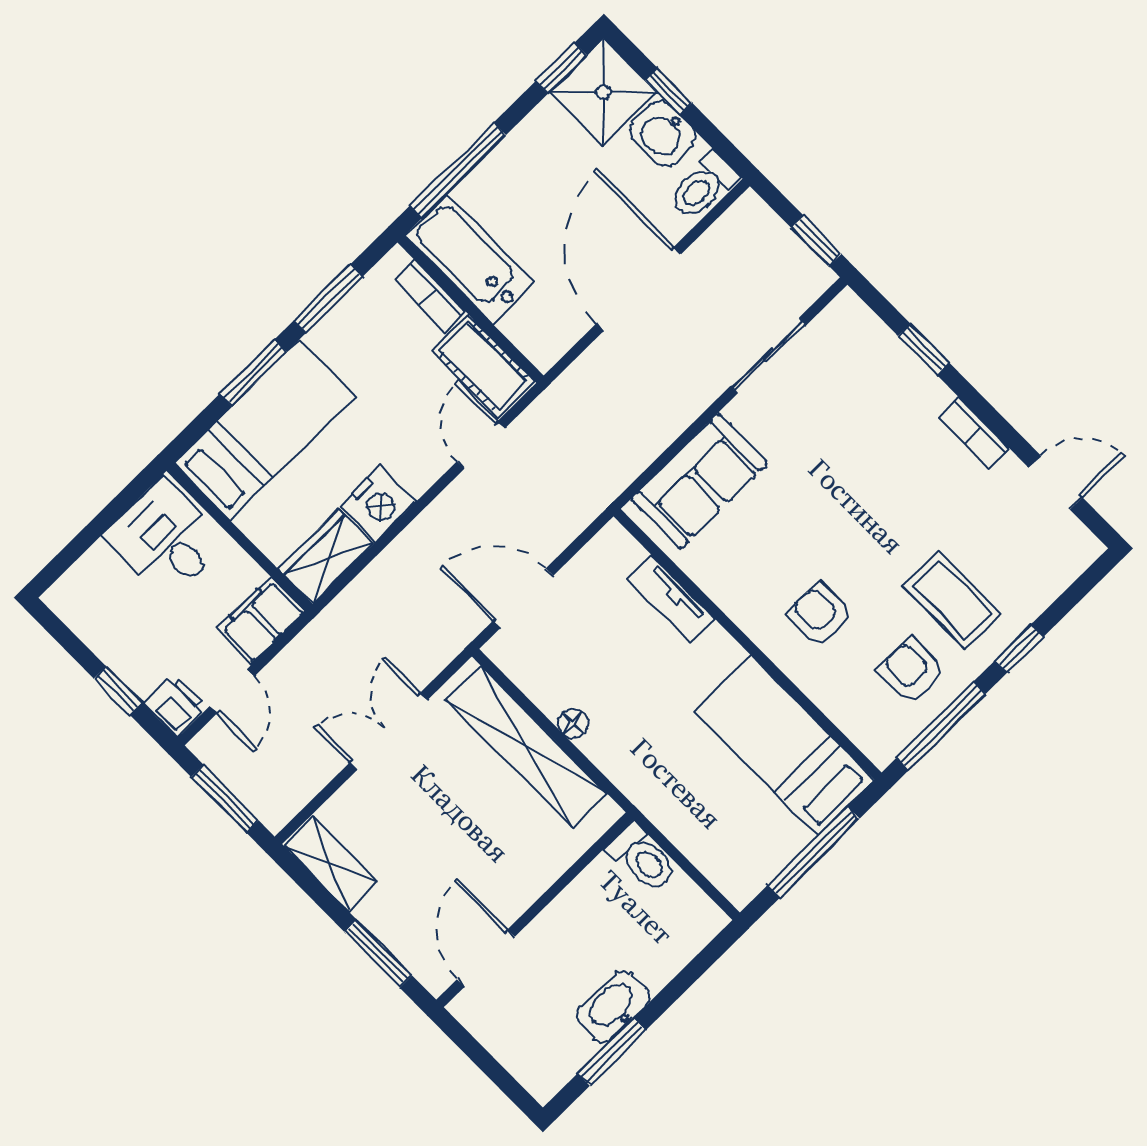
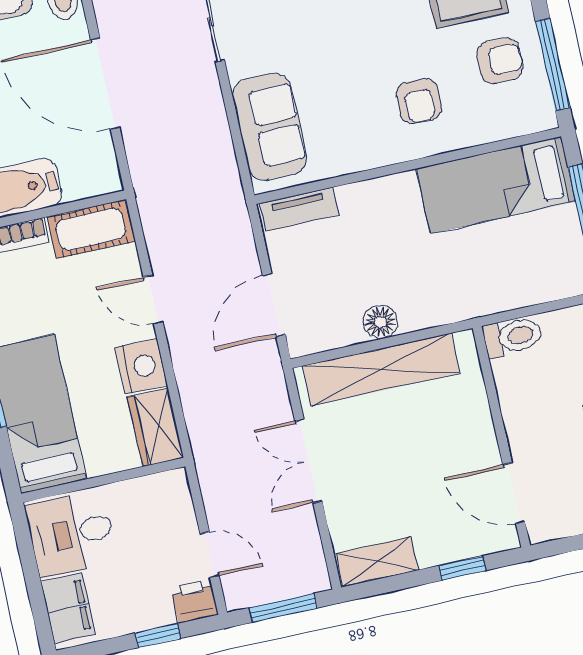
door: (481, 445) -> (153, 300), moved
tv unit: (671, 599) -> (299, 209), moved
armchair: (820, 615) -> (419, 101), turned -90
filing cabinet: (261, 620) -> (68, 608), moved, turned 180
armchair: (912, 670) -> (500, 60), turned 180
floor lamp: (573, 723) -> (380, 322), width x1.37, depth x1.37
window: (378, 954) -> (462, 568), width x0.67

